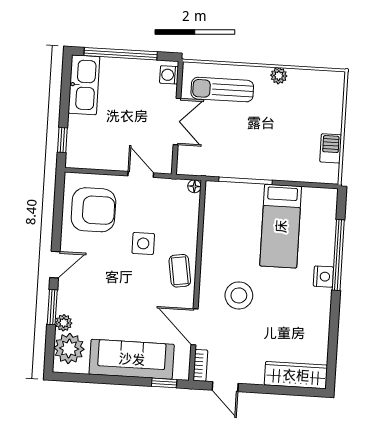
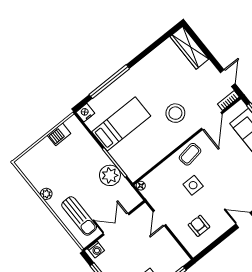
plant: (236, 163) -> (110, 175), added
armchair: (93, 210) -> (199, 226), width x0.53, depth x0.53
nightstand: (323, 277) -> (85, 113), moved

